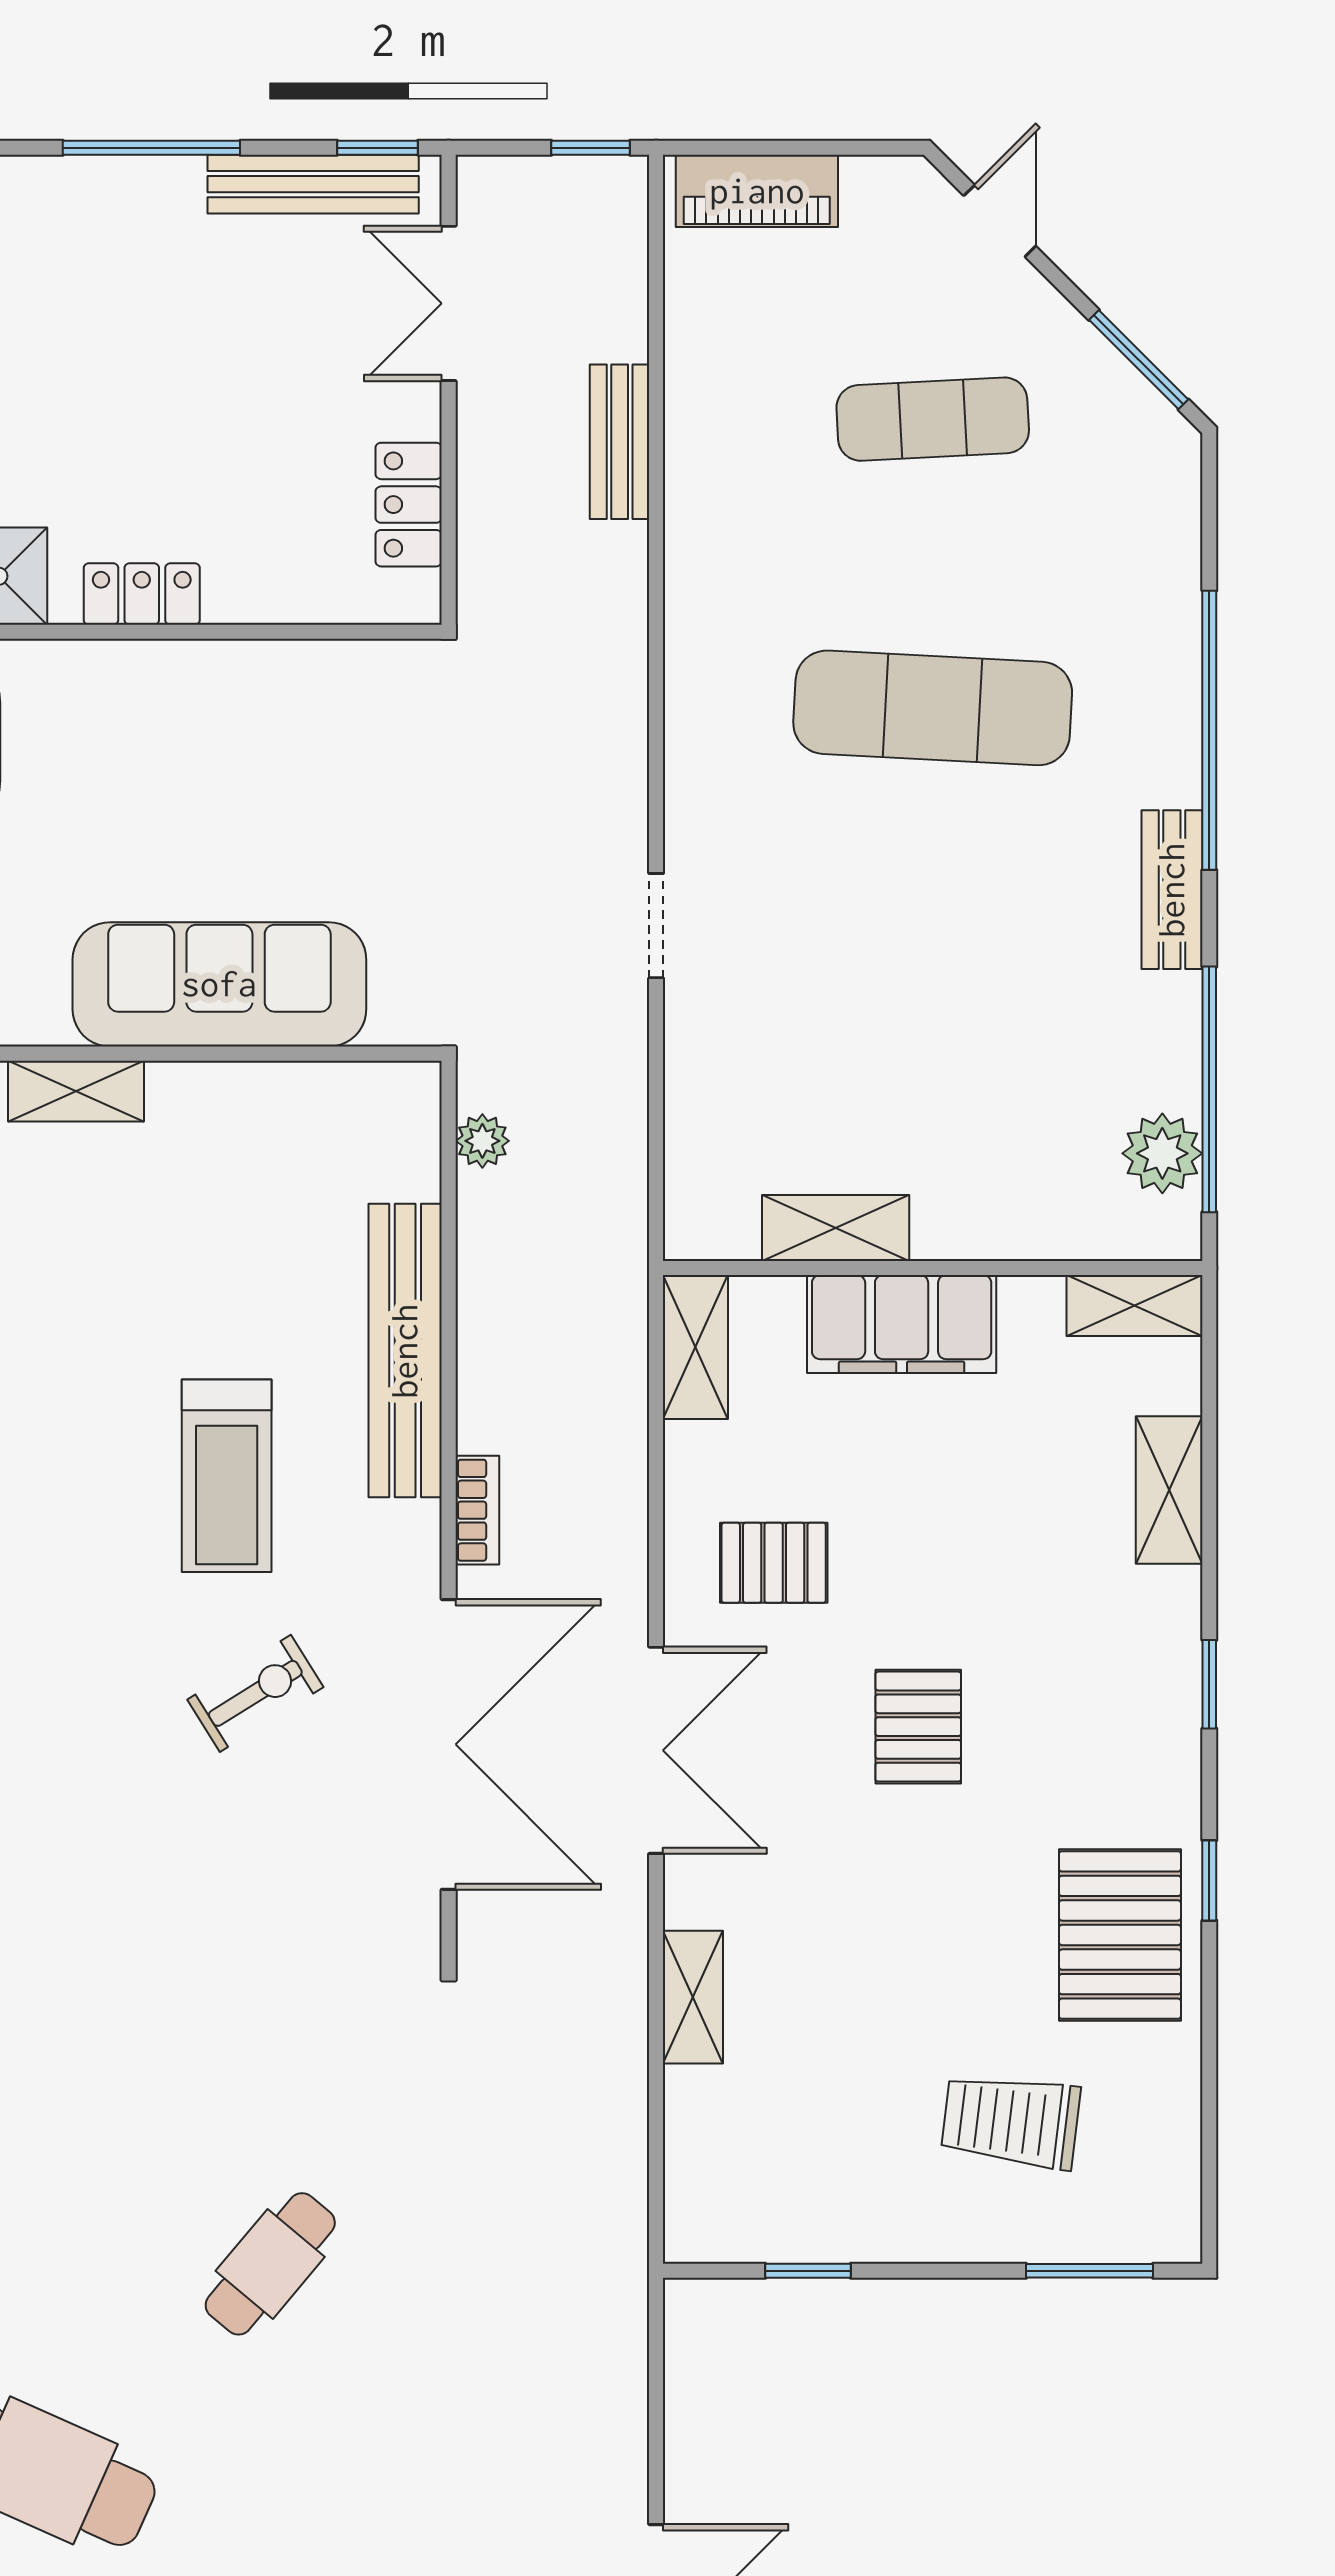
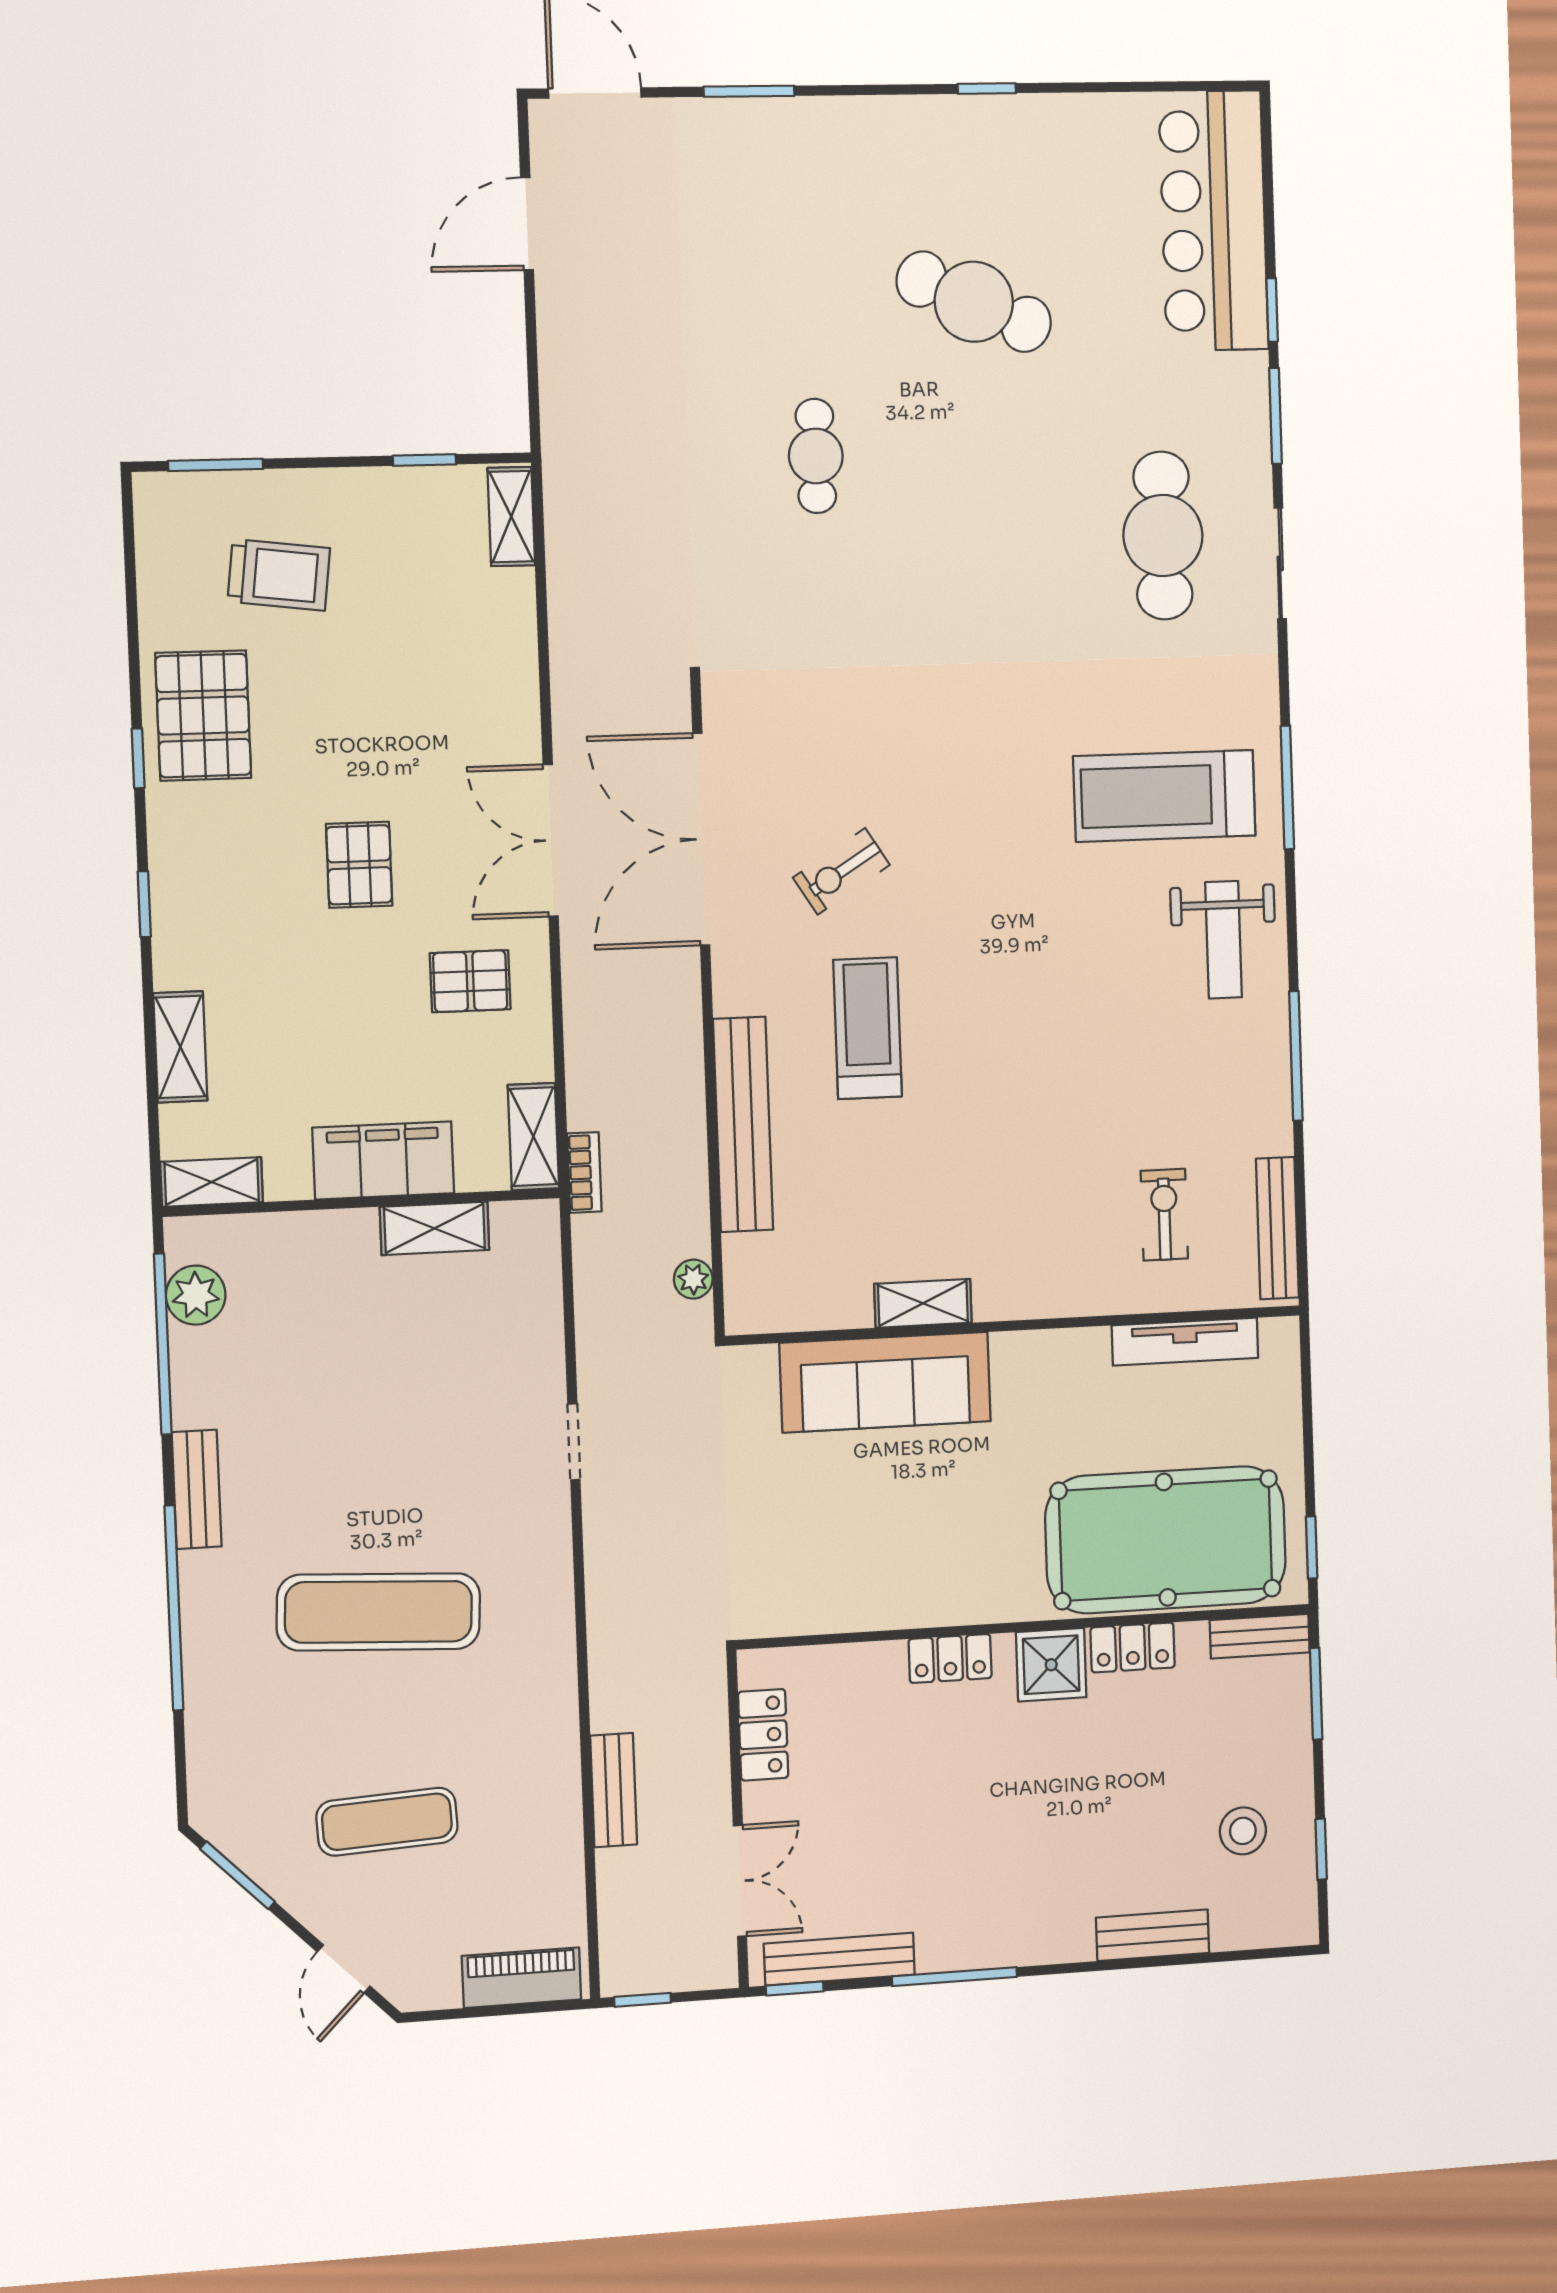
shelving: (76, 1091) -> (923, 1303), moved
bookcase: (477, 1510) -> (584, 1172), moved, turned 180
shelving: (693, 1997) -> (511, 517), moved
cafe table: (270, 2264) -> (816, 456), turned -40

